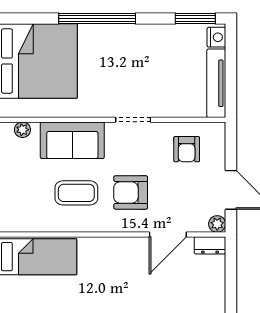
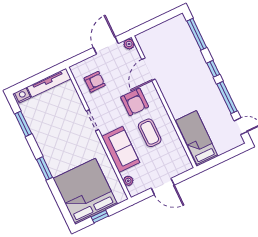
window: (97, 18) -> (44, 168), width x0.47
window: (195, 18) -> (23, 124), moved
door: (168, 234) -> (148, 69), swing flipped
dresser: (210, 245) -> (143, 42), removed

